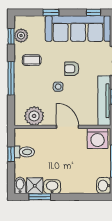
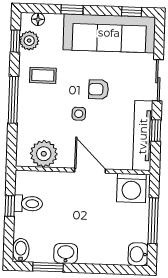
floor lamp: (27, 20) -> (38, 19), added
shower: (35, 186) -> (41, 251), removed

